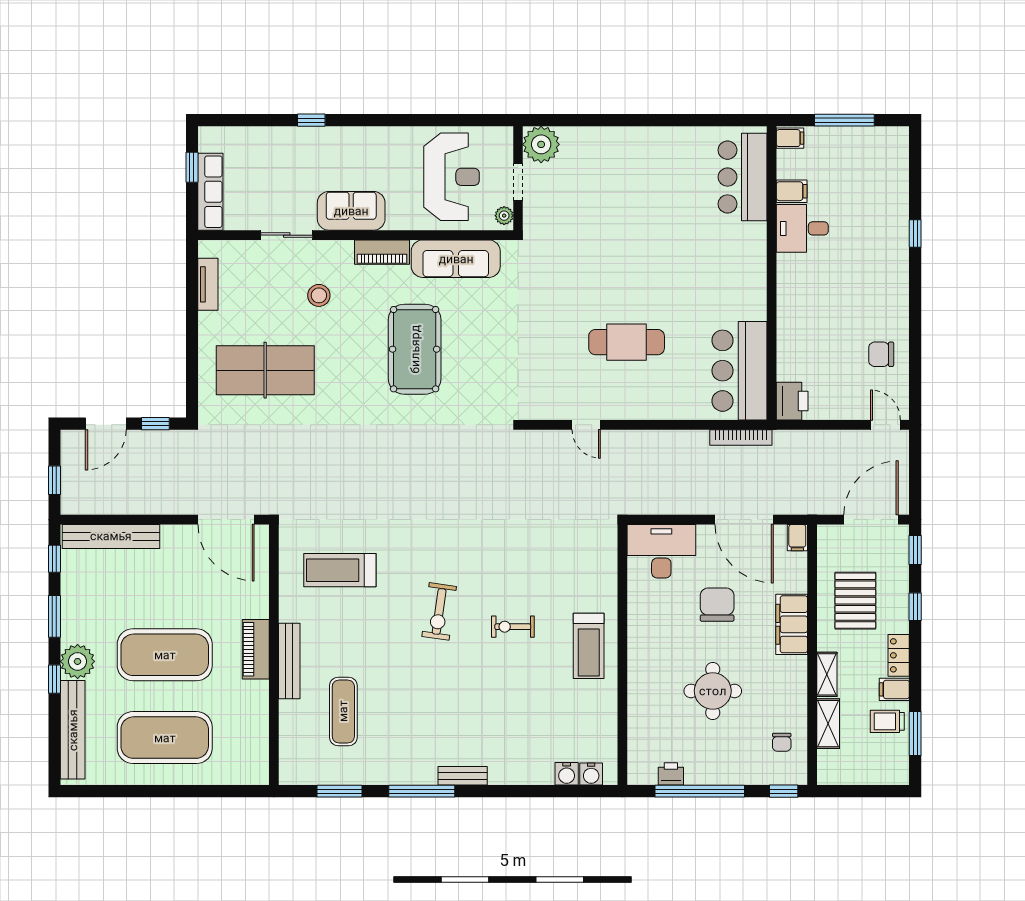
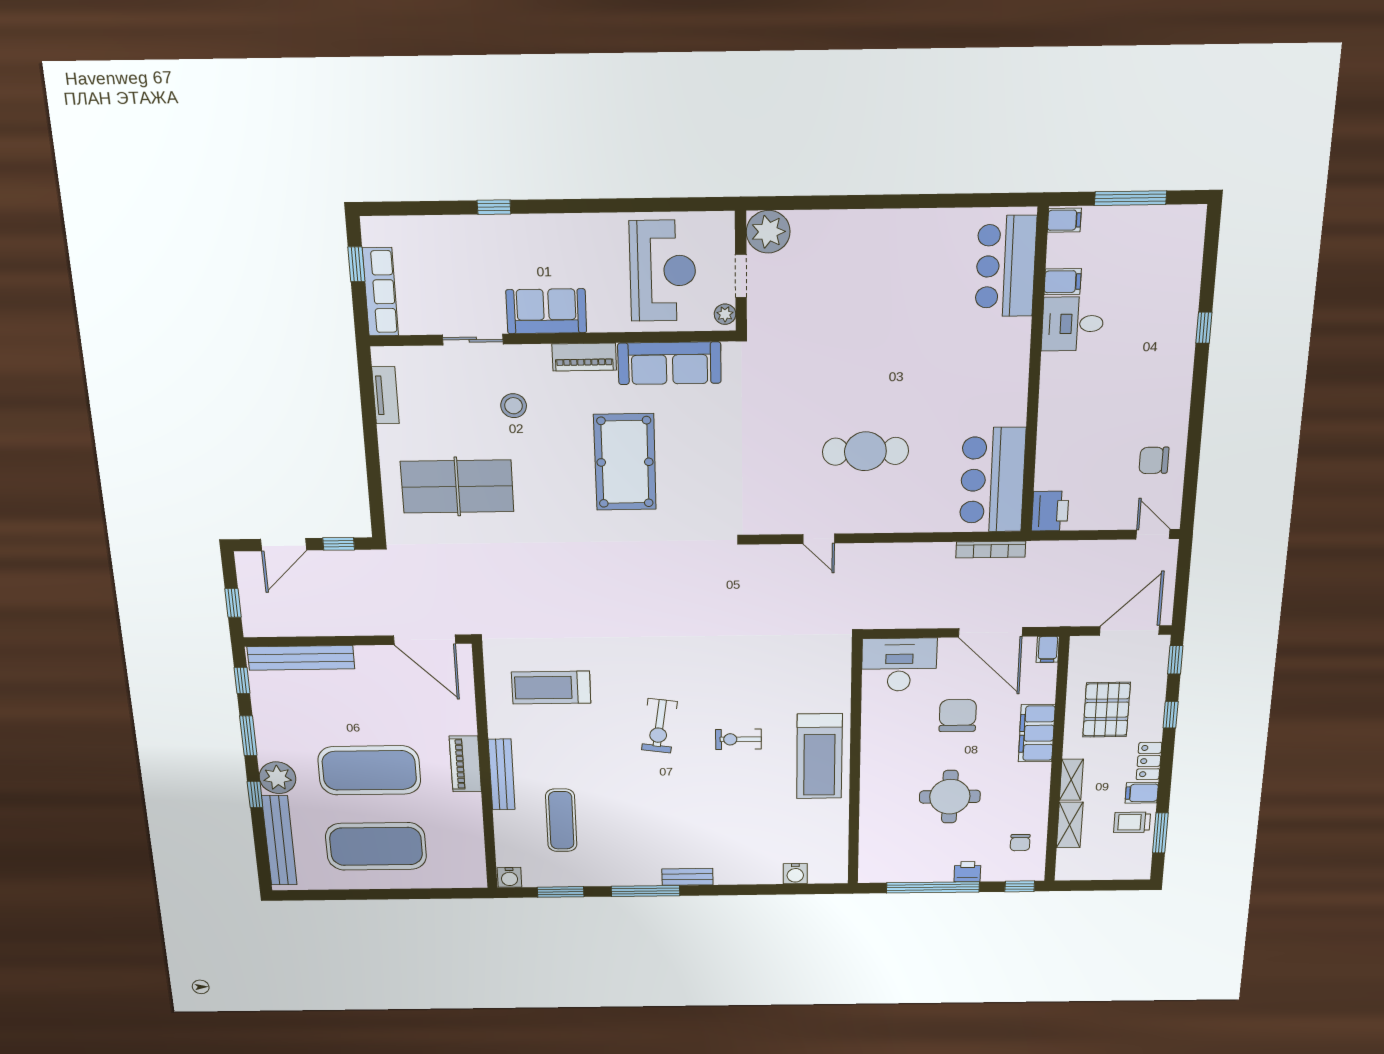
treadmill: (589, 646) -> (819, 756), width x1.37, depth x1.38
water cooler: (591, 774) -> (509, 877), moved
printer: (671, 774) -> (967, 872), moved

